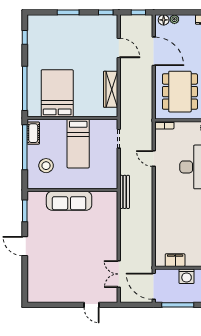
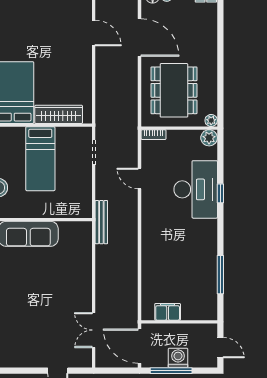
wardrobe: (111, 89) -> (59, 114), moved, turned 90
washing machine: (187, 276) -> (178, 358), moved, turned 180

